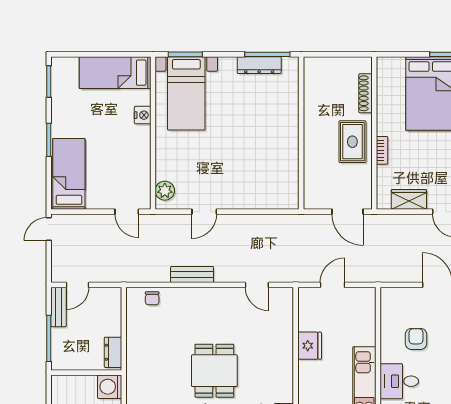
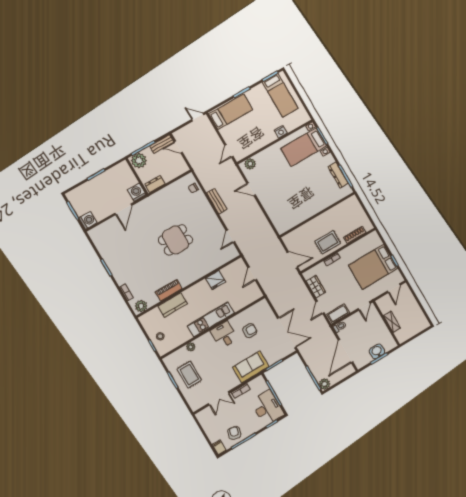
bed: (115, 73) -> (280, 95), moved, turned 180
door: (347, 212) -> (292, 260), swing flipped
door: (333, 285) -> (252, 274), swing flipped
plant: (64, 356) -> (139, 161), added

